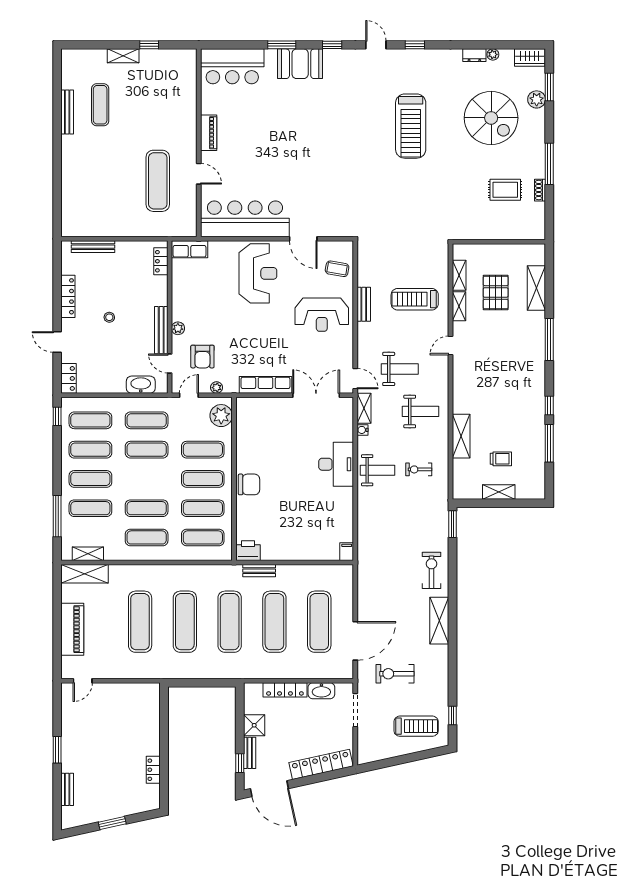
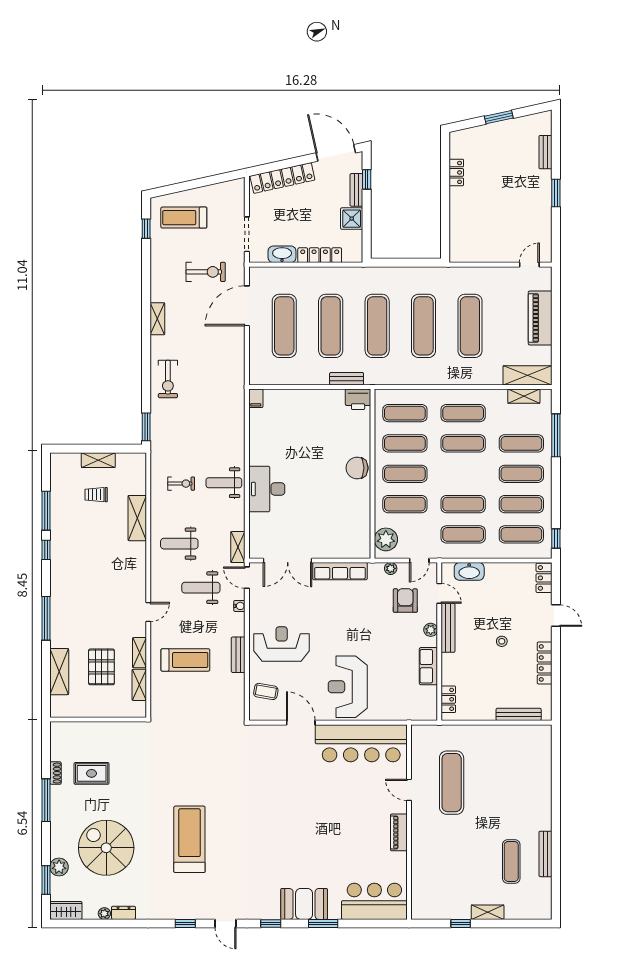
row of seats: (190, 249) -> (428, 666), moved, turned -90
water cooler: (363, 430) -> (239, 606), moved
shelving: (439, 621) -> (157, 319), width x0.67, depth x0.75

